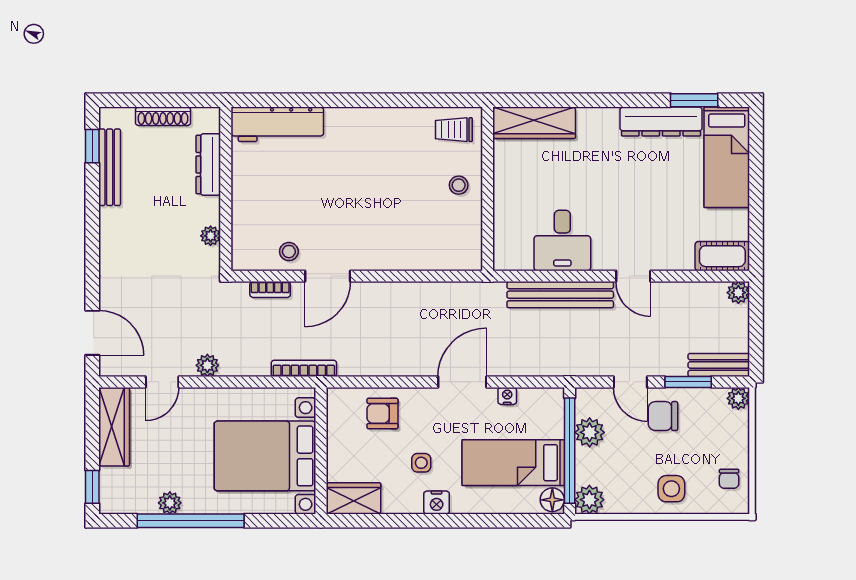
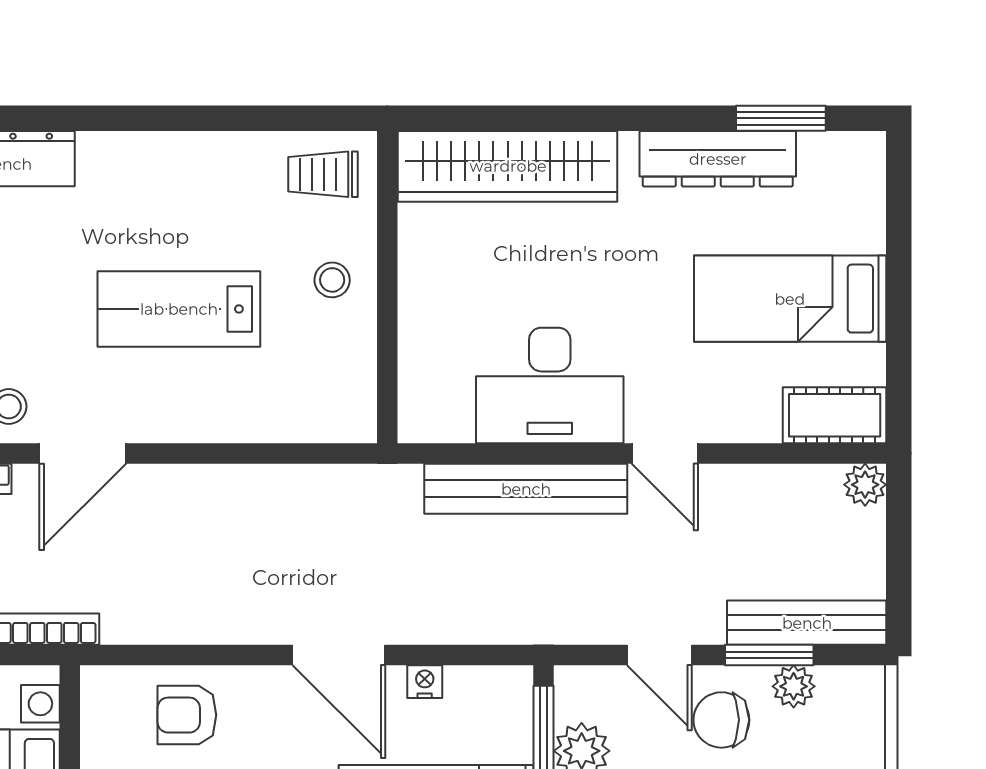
wardrobe: (534, 123) -> (508, 166), width x1.40, depth x1.17
bed: (727, 157) -> (790, 299), moved, turned 90
lab bench: (378, 200) -> (179, 309), added
desk: (562, 241) -> (550, 385), width x1.37
bench: (719, 365) -> (807, 623), width x1.36
door: (462, 382) -> (339, 655), swing flipped
plant: (738, 398) -> (794, 686), moved

